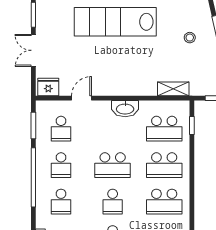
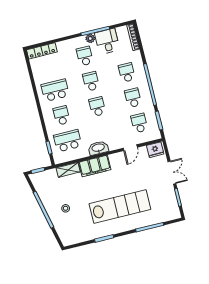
filing cabinet: (136, 85) -> (95, 166), added
school desk: (113, 165) -> (97, 107), width x0.54
school desk: (164, 165) -> (61, 115), width x0.54

